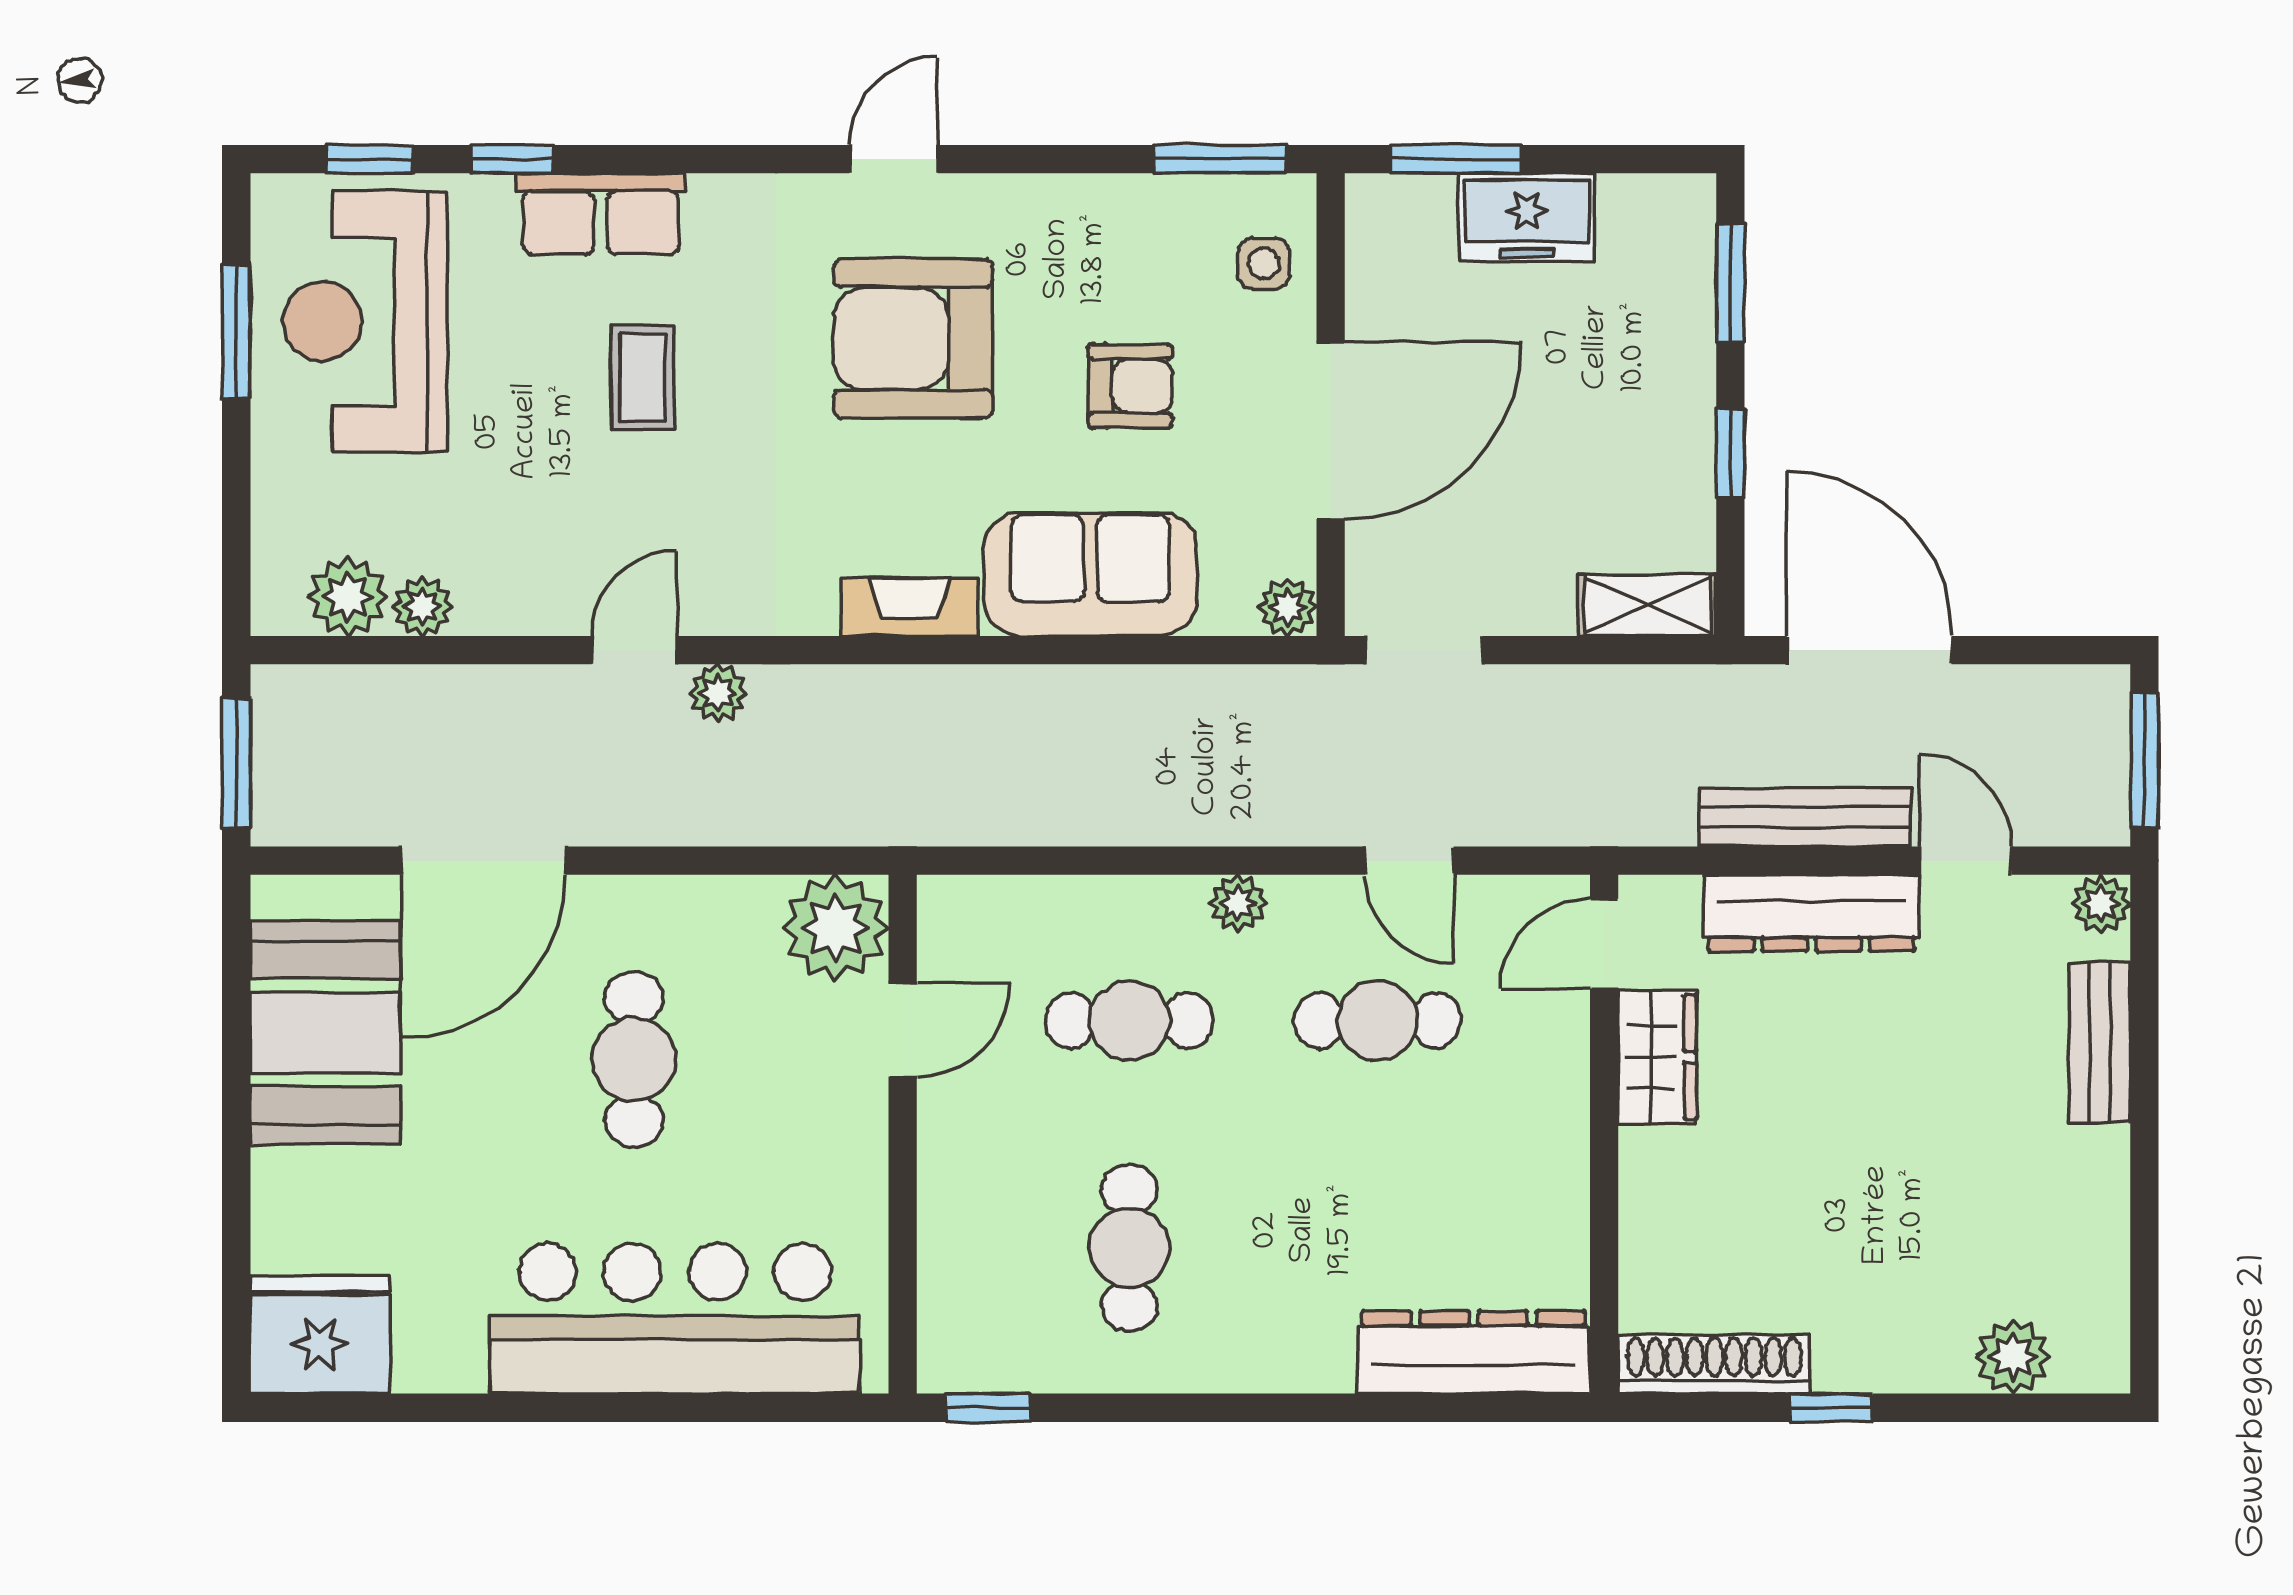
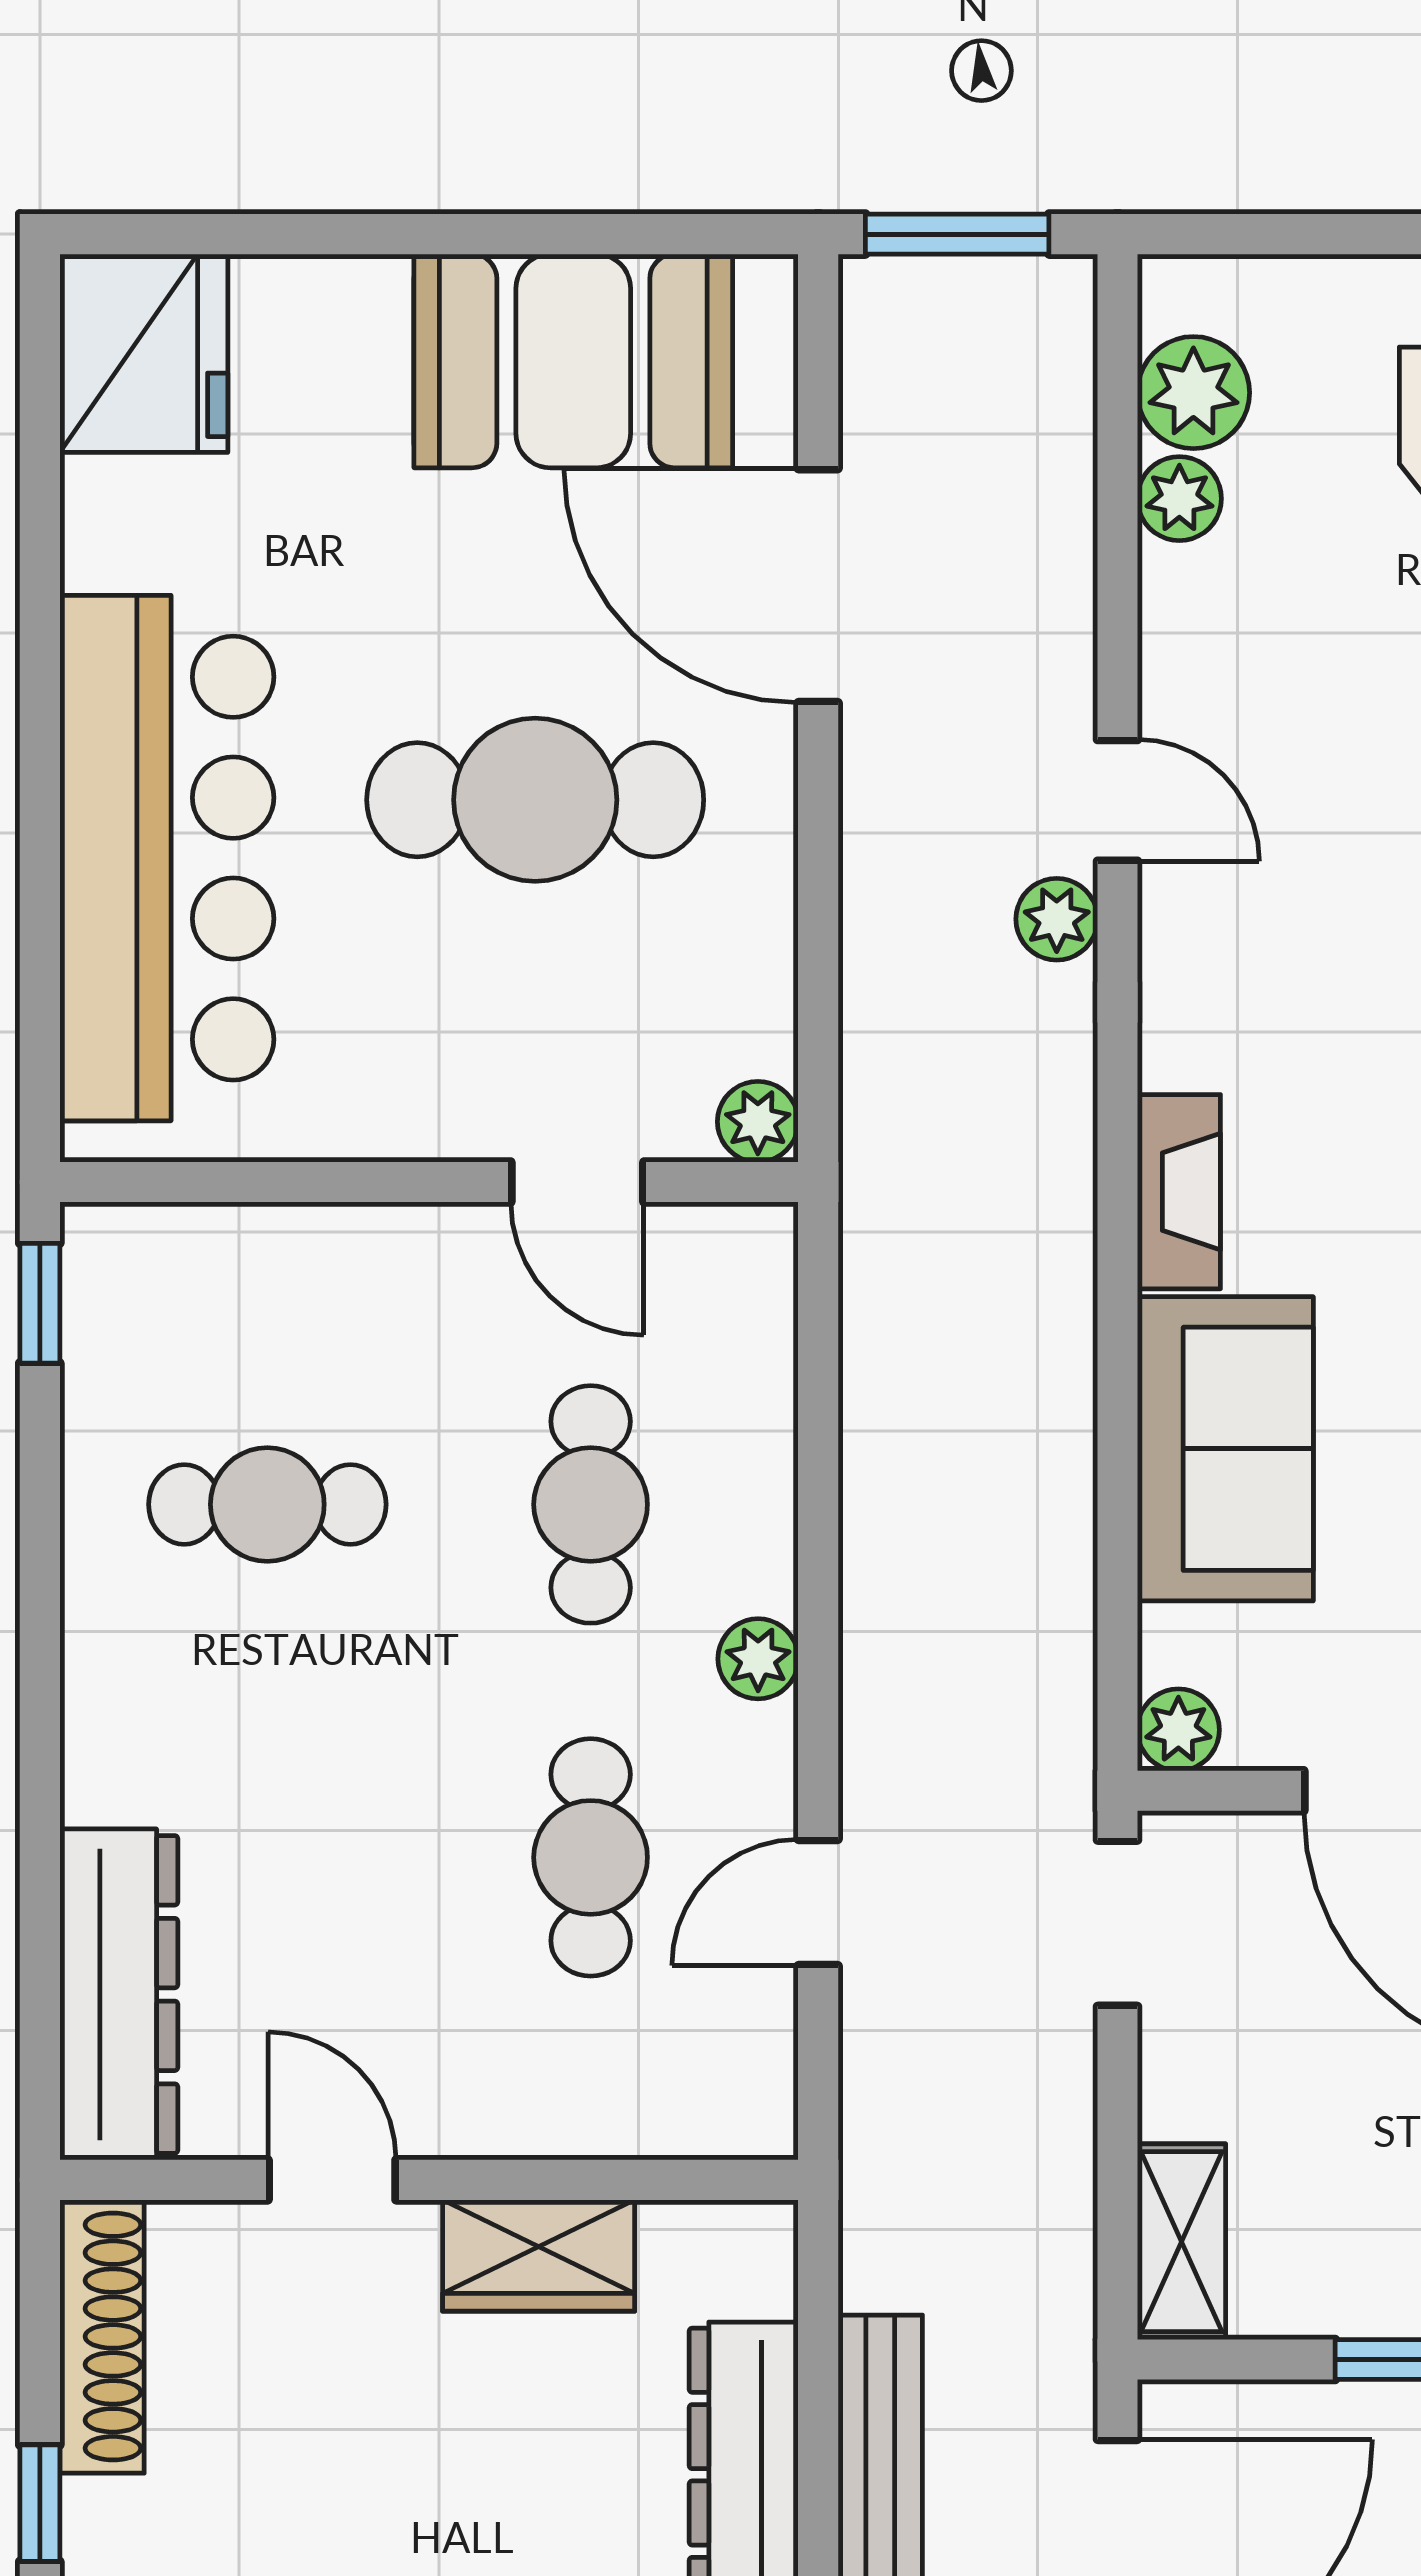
plant: (835, 928) -> (758, 1122), width x0.53, depth x0.53
door: (1604, 944) -> (332, 2180), moved
cafe table: (634, 1059) -> (535, 800), width x1.37, depth x1.35

